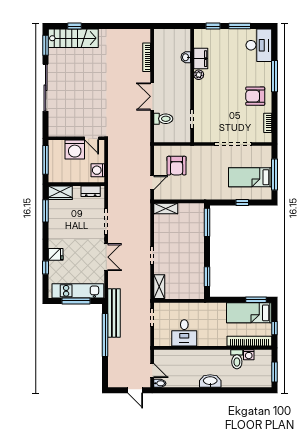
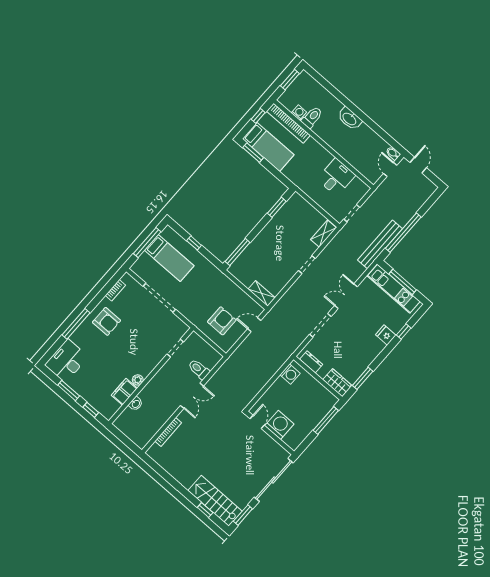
wall: (76, 138) -> (270, 433), moved
door: (92, 138) -> (257, 422), moved
washing machine: (75, 150) -> (279, 425), moved

